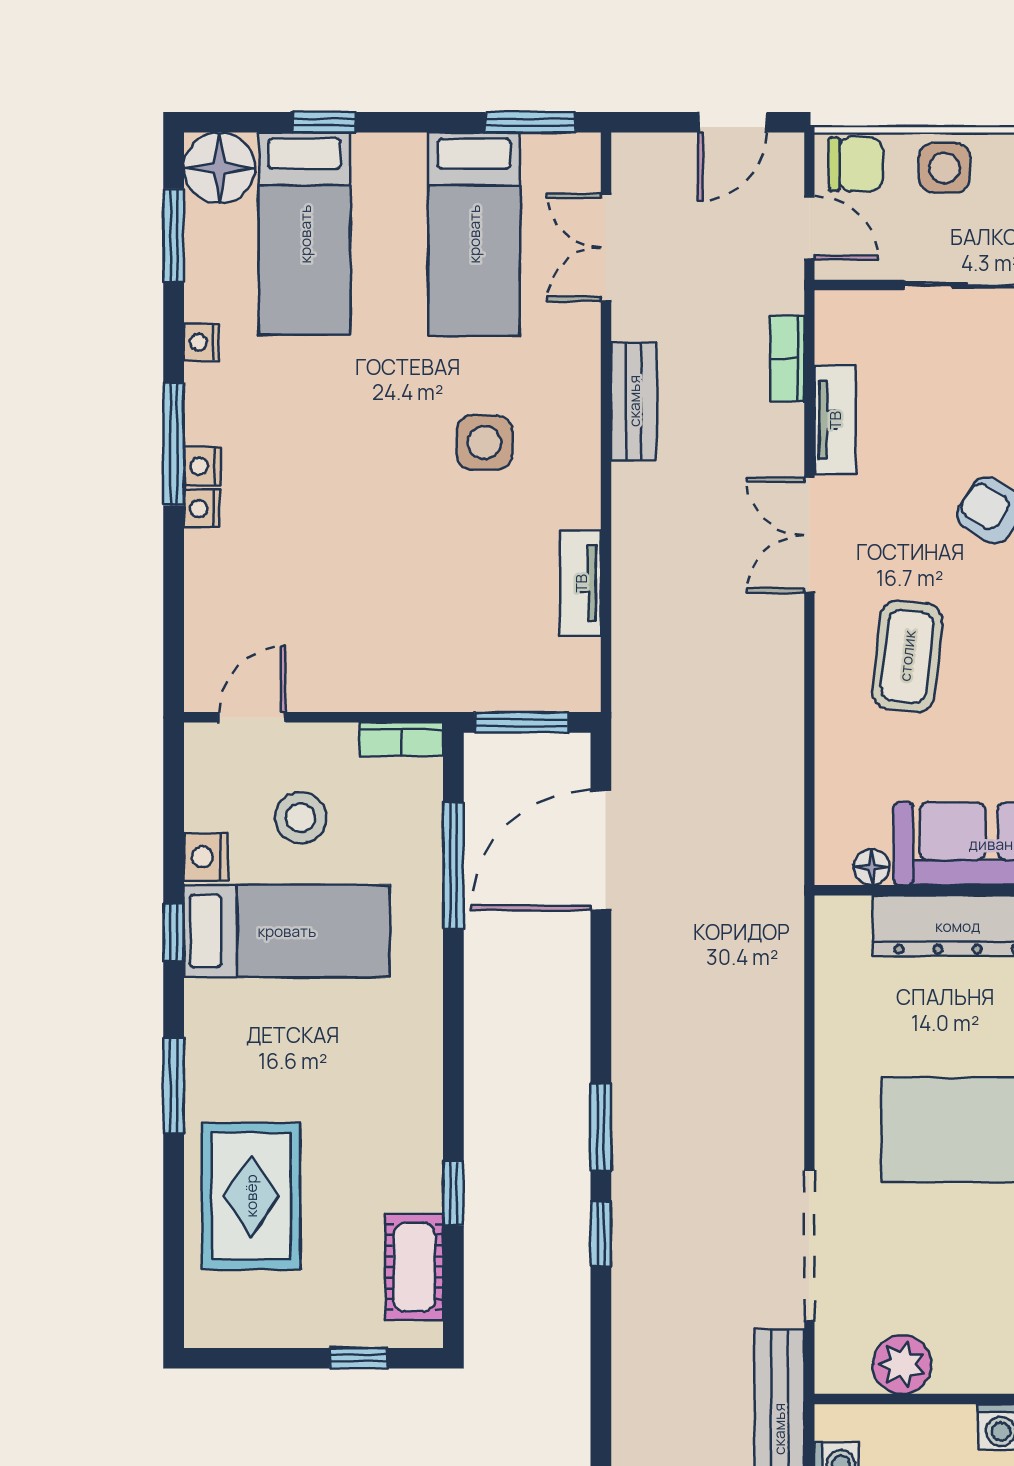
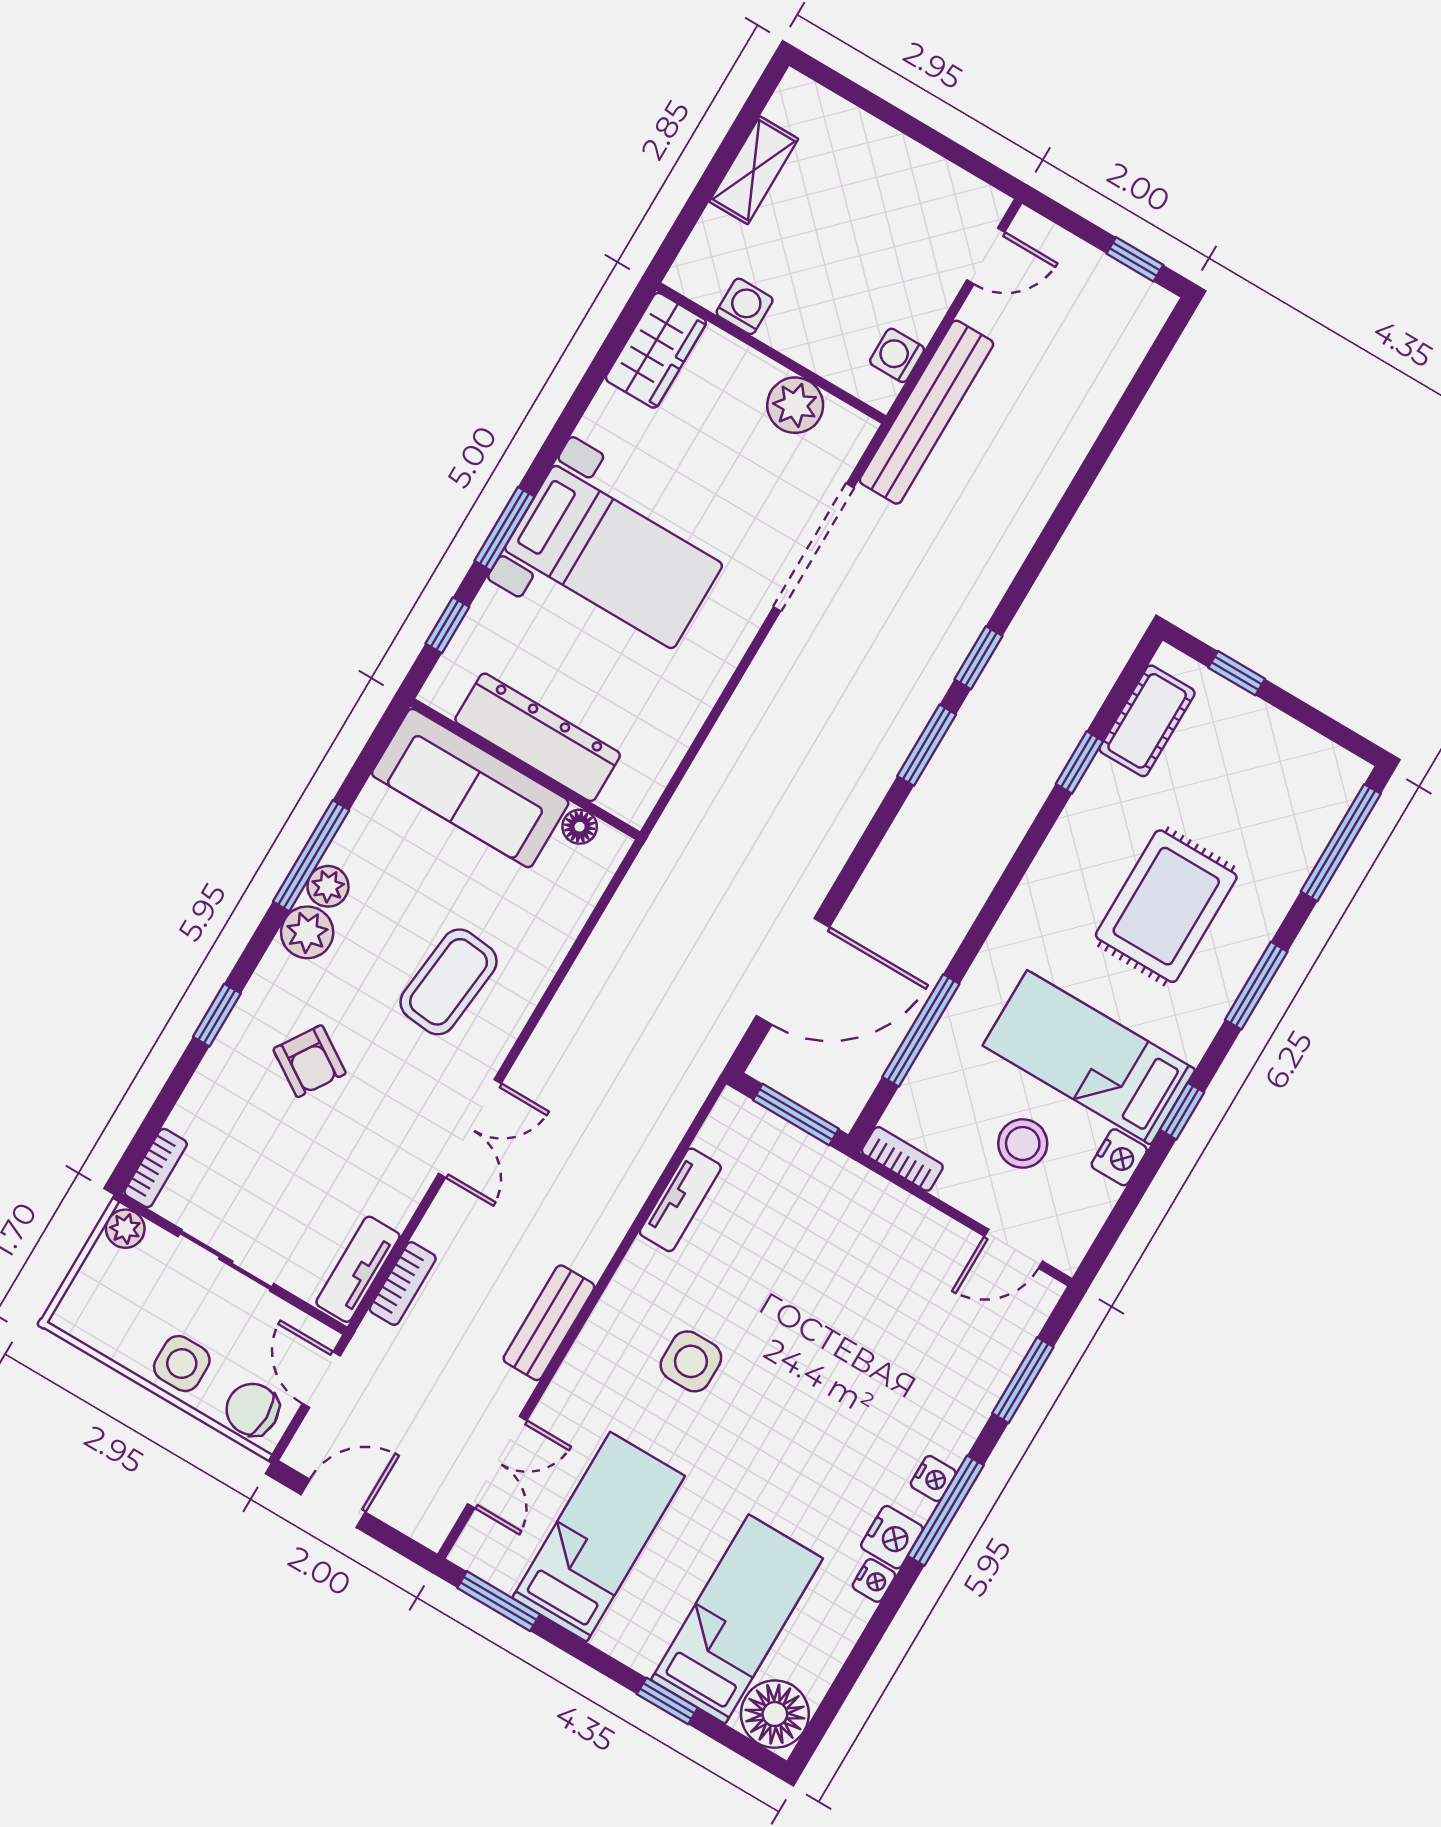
window: (174, 235) -> (1023, 1380), moved
tv unit: (835, 420) -> (358, 1269), moved
nightstand: (202, 509) -> (892, 1537), moved, width x1.39, depth x1.35
rug: (251, 1196) -> (1166, 906), moved
window: (174, 1260) -> (1341, 843), added

